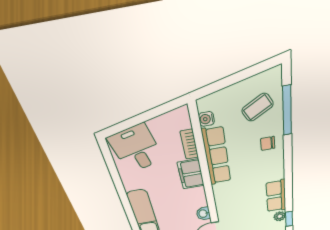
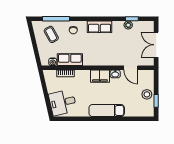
row of seats: (217, 156) -> (70, 60), width x0.68
filing cabinet: (191, 174) -> (100, 76), moved
row of seats: (276, 196) -> (100, 27), moved

